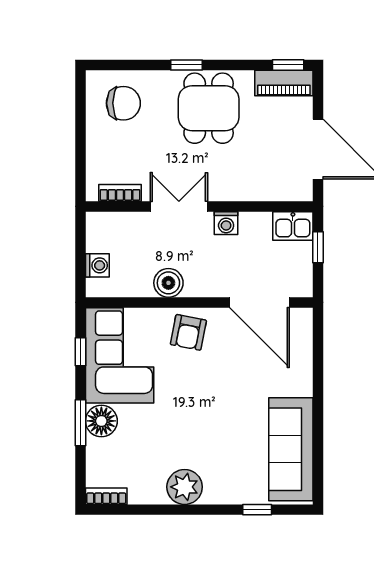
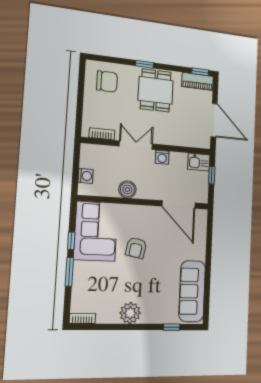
armchair: (188, 332) -> (136, 248), moved
window: (80, 352) -> (71, 241), moved
floor lamp: (101, 421) -> (82, 271), removed

